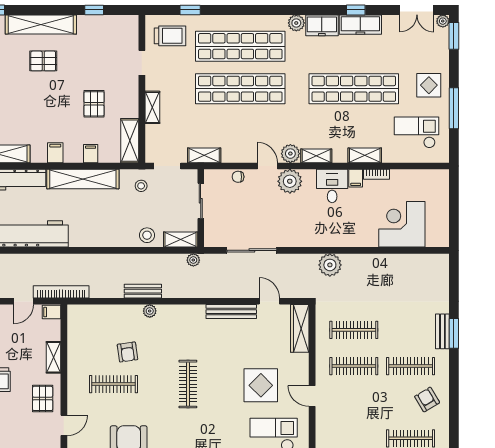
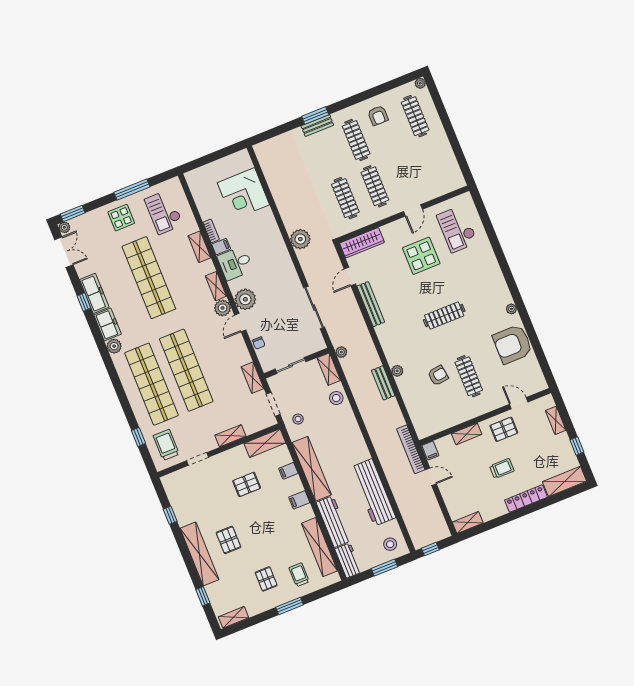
armchair: (427, 400) -> (378, 116), turned -59

